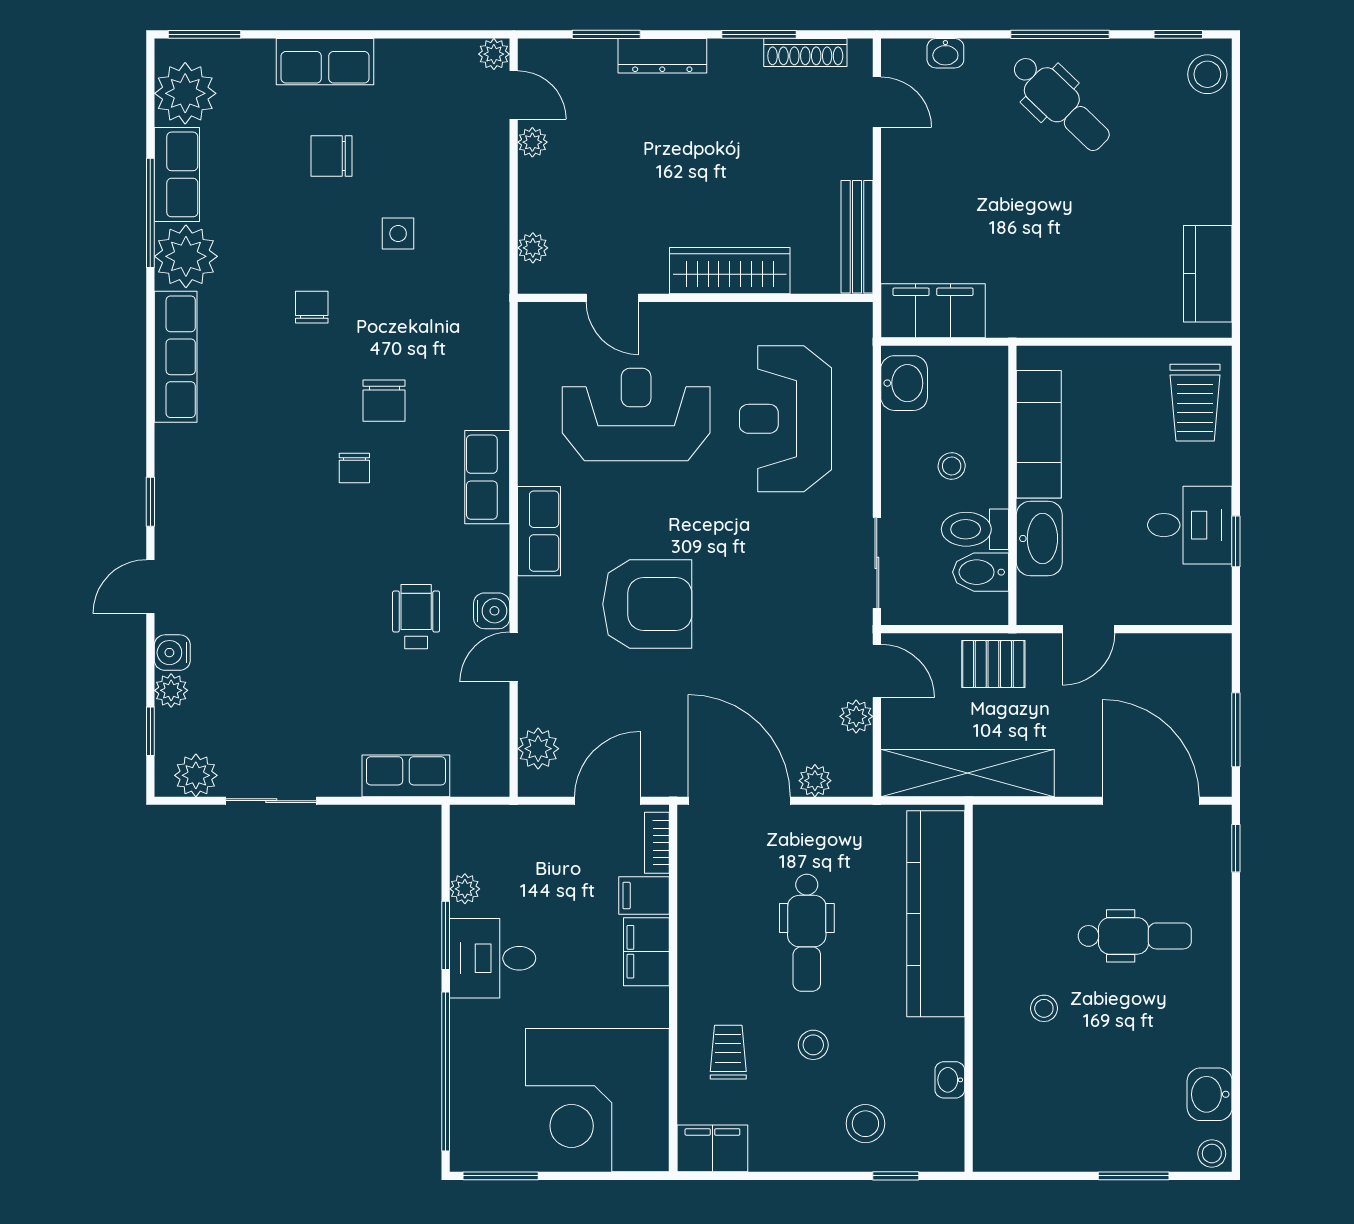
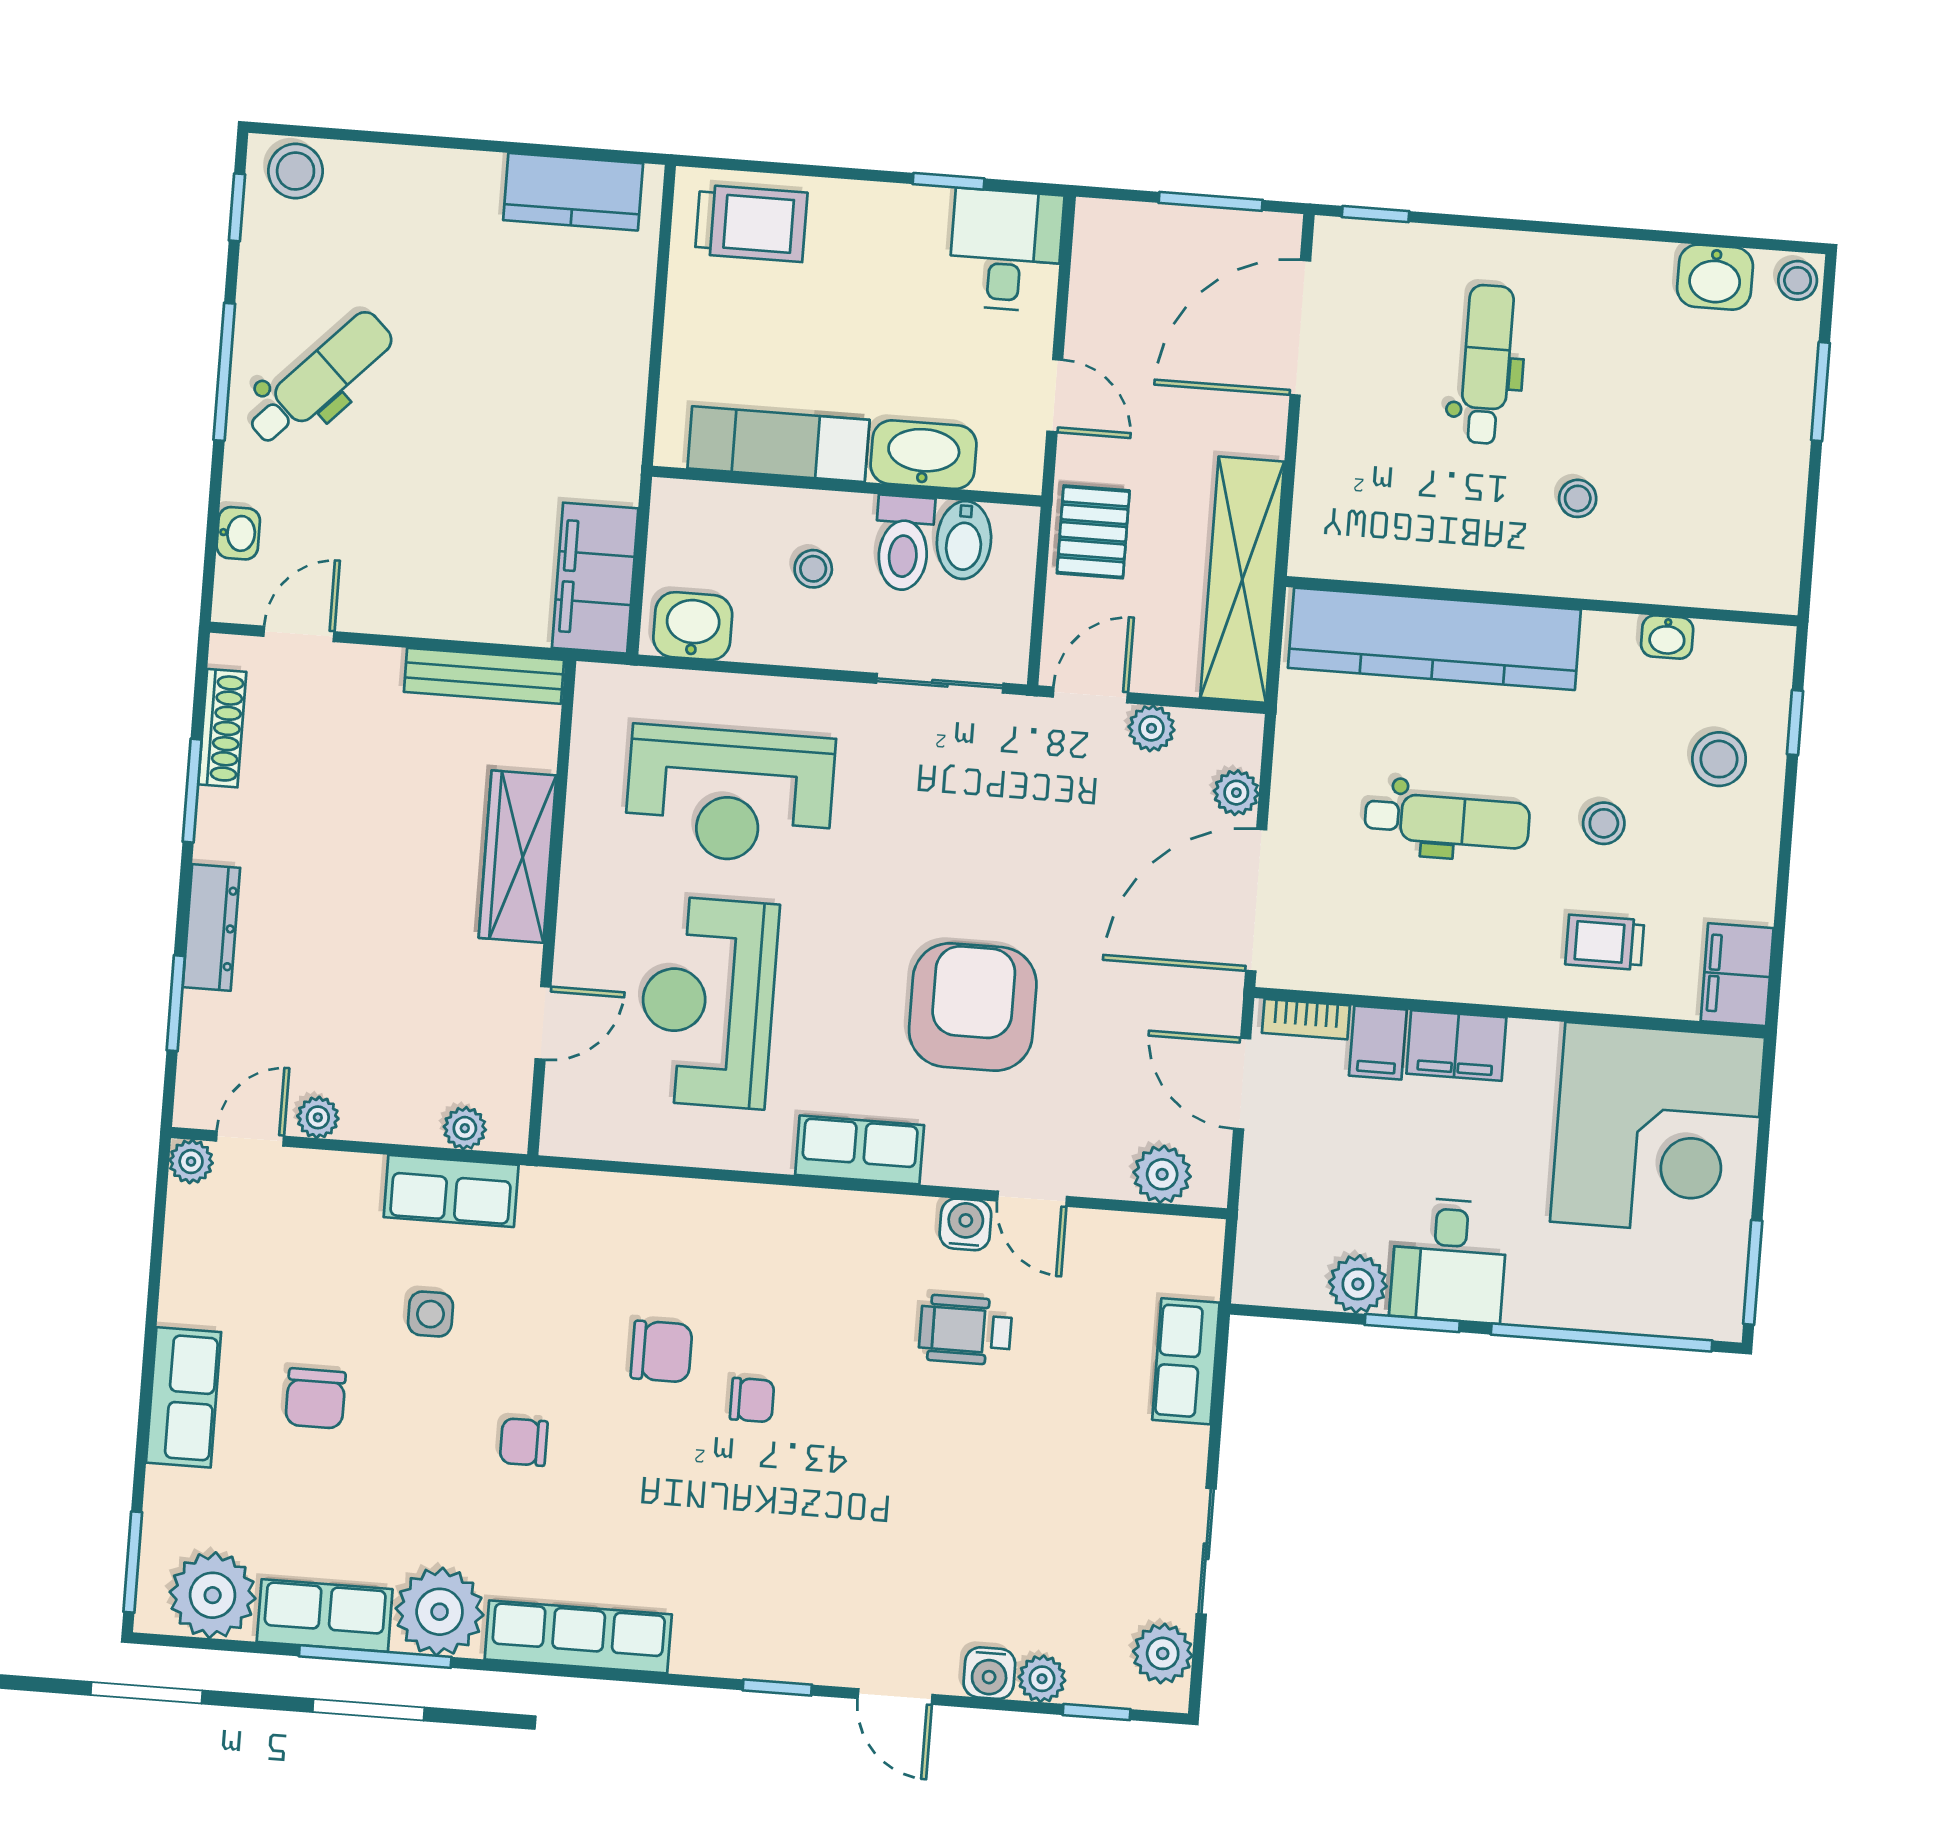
row of seats: (487, 477) -> (451, 1191), moved
desk: (1190, 525) -> (1006, 250), moved
plant: (465, 889) -> (1358, 1284), width x1.38, depth x1.38

